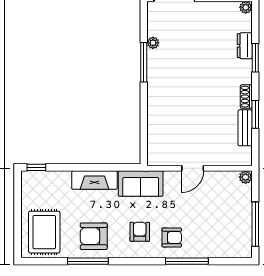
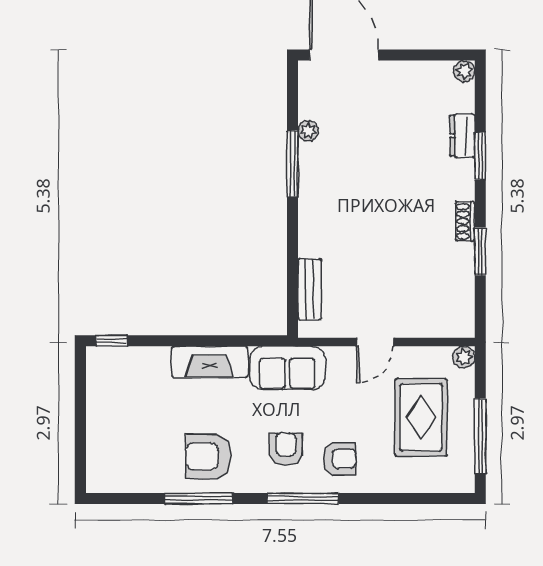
bench: (245, 128) -> (310, 289), moved
rug: (44, 232) -> (421, 417), moved
window: (187, 261) -> (303, 498), moved

